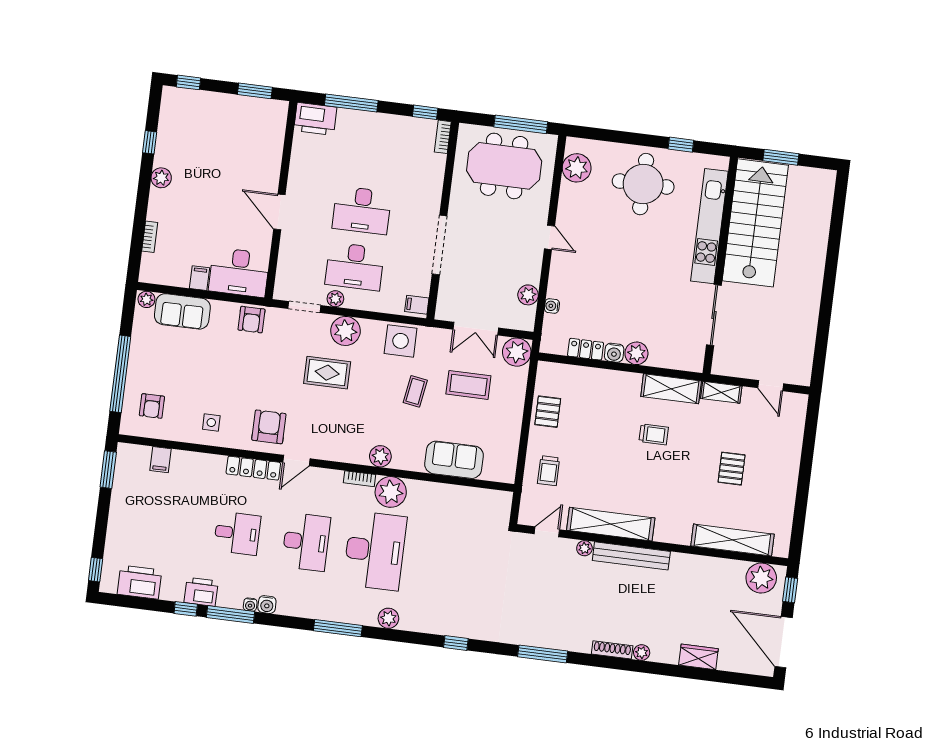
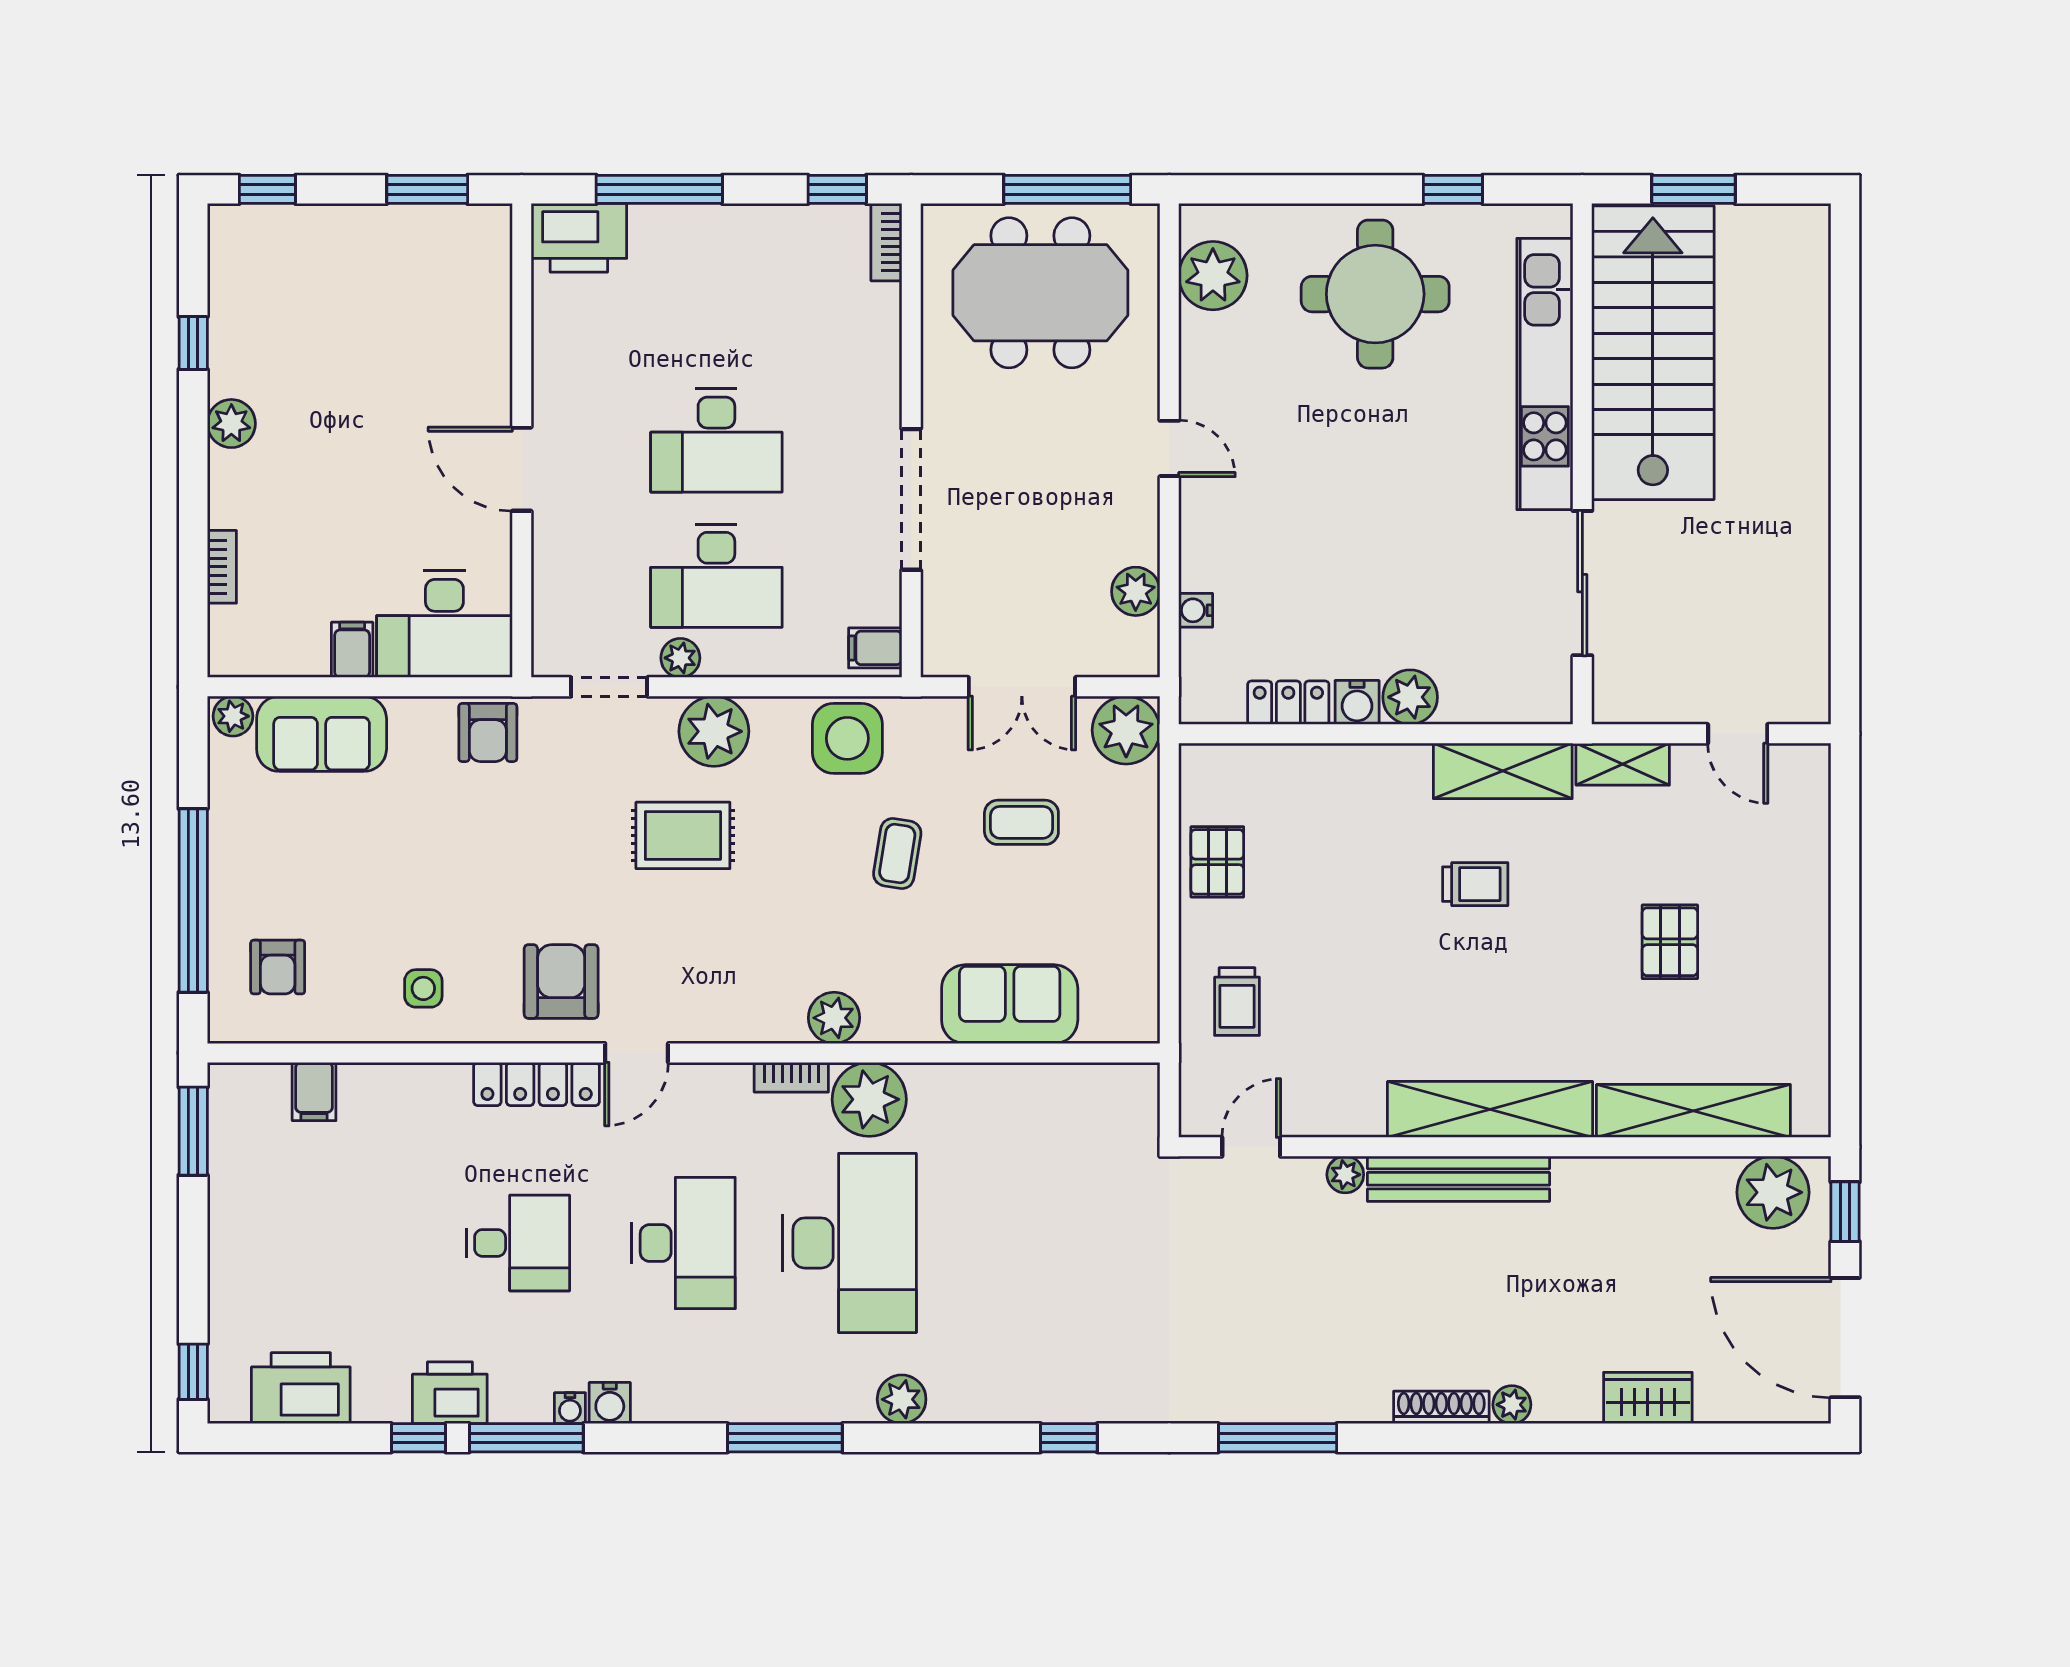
coffee table: (468, 385) -> (1021, 822), width x0.73, depth x0.77
shelving: (611, 524) -> (1490, 1109), moved

